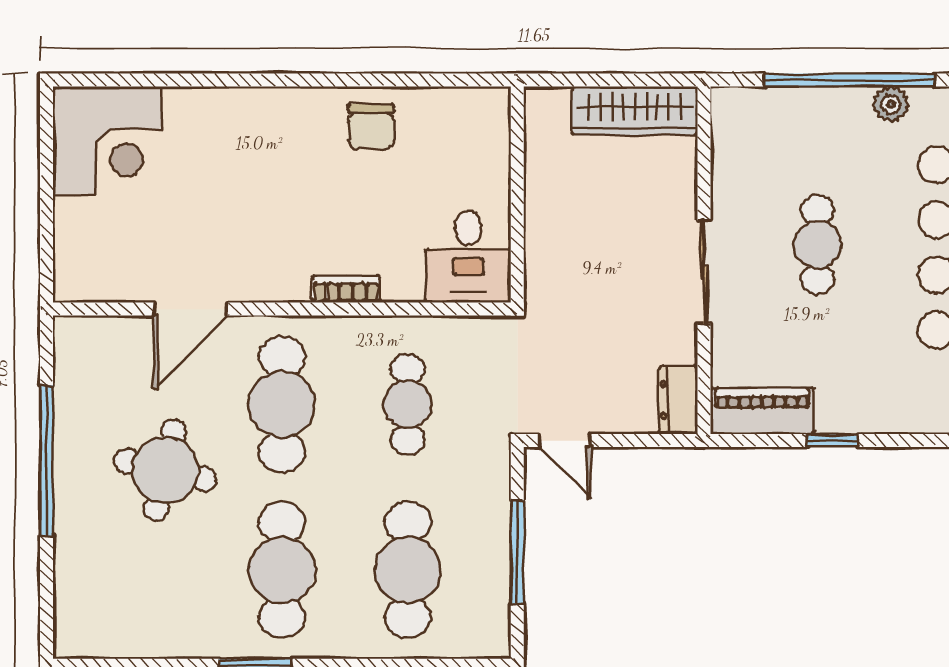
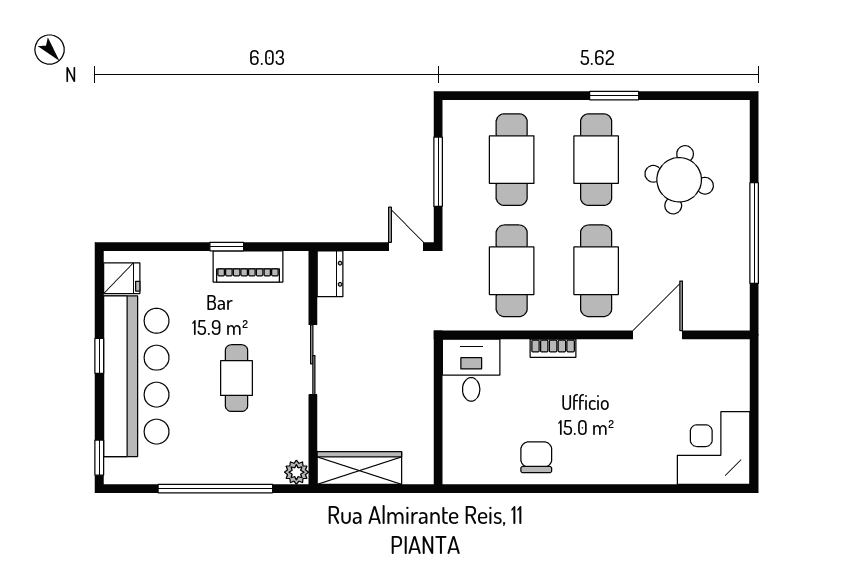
plant: (891, 104) -> (296, 472), moved
cafe table: (408, 404) -> (512, 271), width x1.37, depth x1.35
piano: (762, 411) -> (248, 266), moved
round table: (165, 470) -> (679, 180), moved

